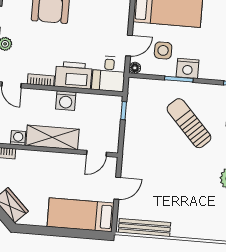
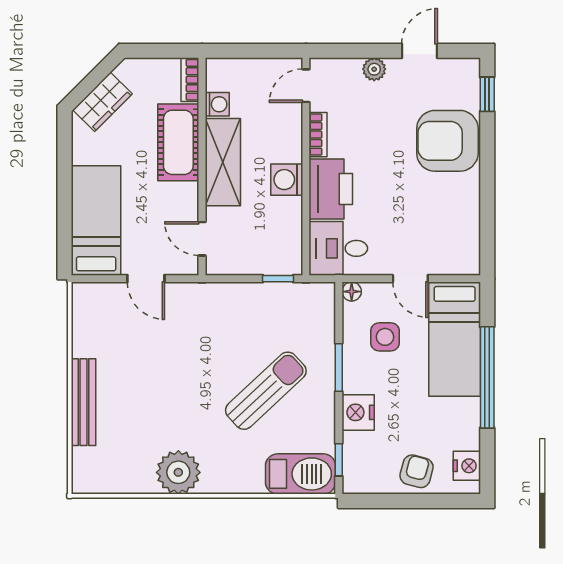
door: (129, 46) -> (410, 279), moved
nightstand: (188, 68) -> (358, 412), moved
cot: (39, 163) -> (178, 142), added
bench: (144, 228) -> (83, 402), moved

